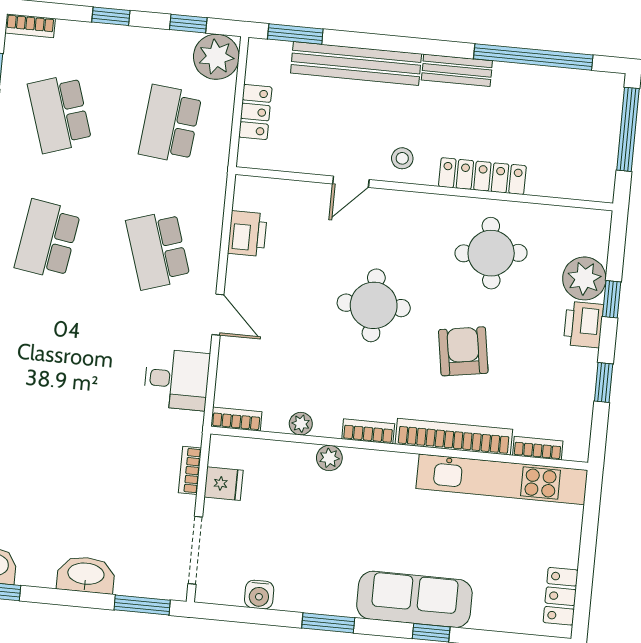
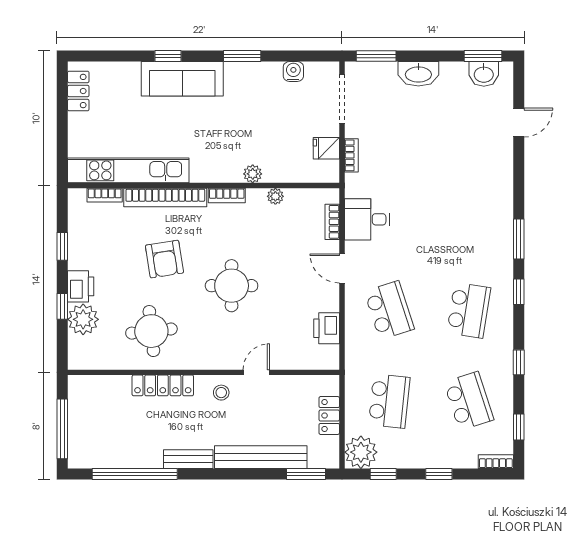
bookcase: (236, 419) -> (332, 222), moved, turned 90

